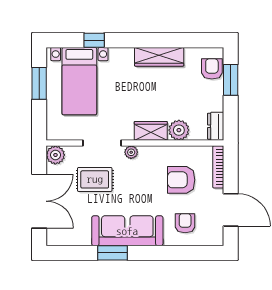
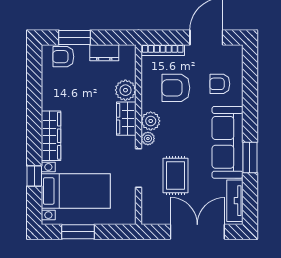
wardrobe: (159, 57) -> (51, 136), moved
dresser: (216, 126) -> (104, 53), moved
plant: (55, 155) -> (151, 121), moved
armchair: (181, 180) -> (176, 88), turned 90
tv unit: (70, 238) -> (235, 201), added

